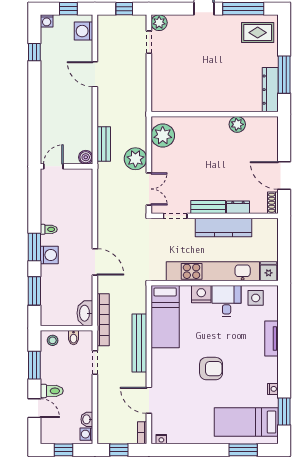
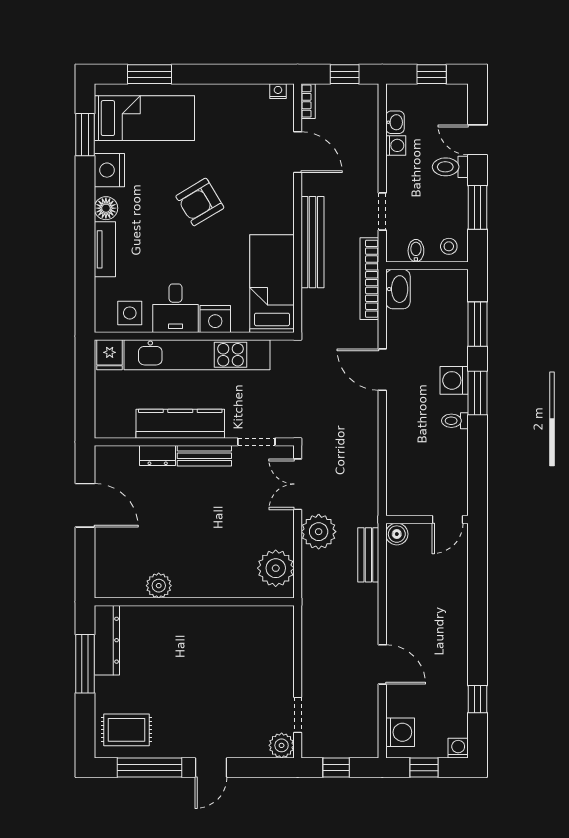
shoe rack: (273, 203) -> (103, 463), removed
floor lamp: (271, 365) -> (106, 208), added
armchair: (211, 369) -> (200, 202), turned -31
nightstand: (273, 389) -> (109, 170), width x1.89, depth x1.79
washing machine: (86, 434) -> (396, 145), moved

